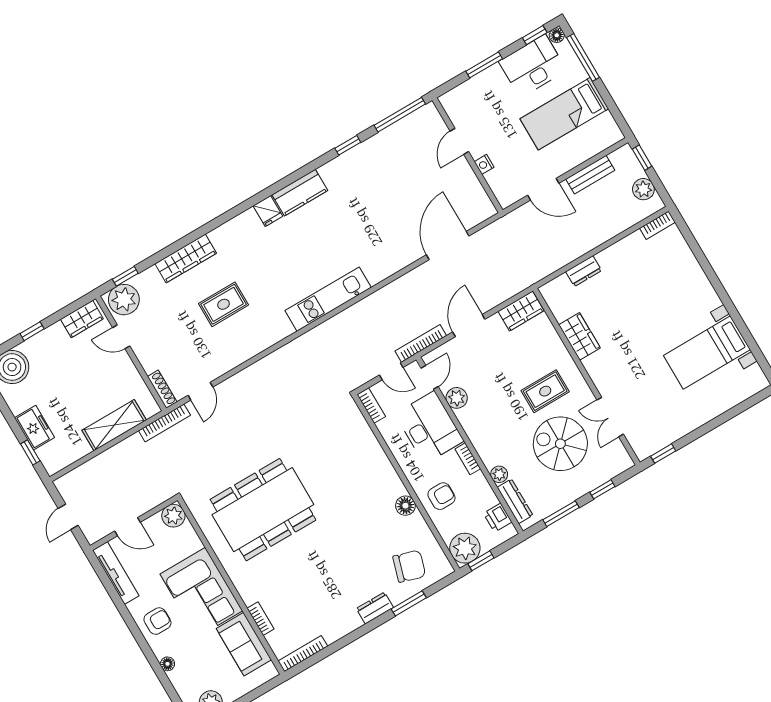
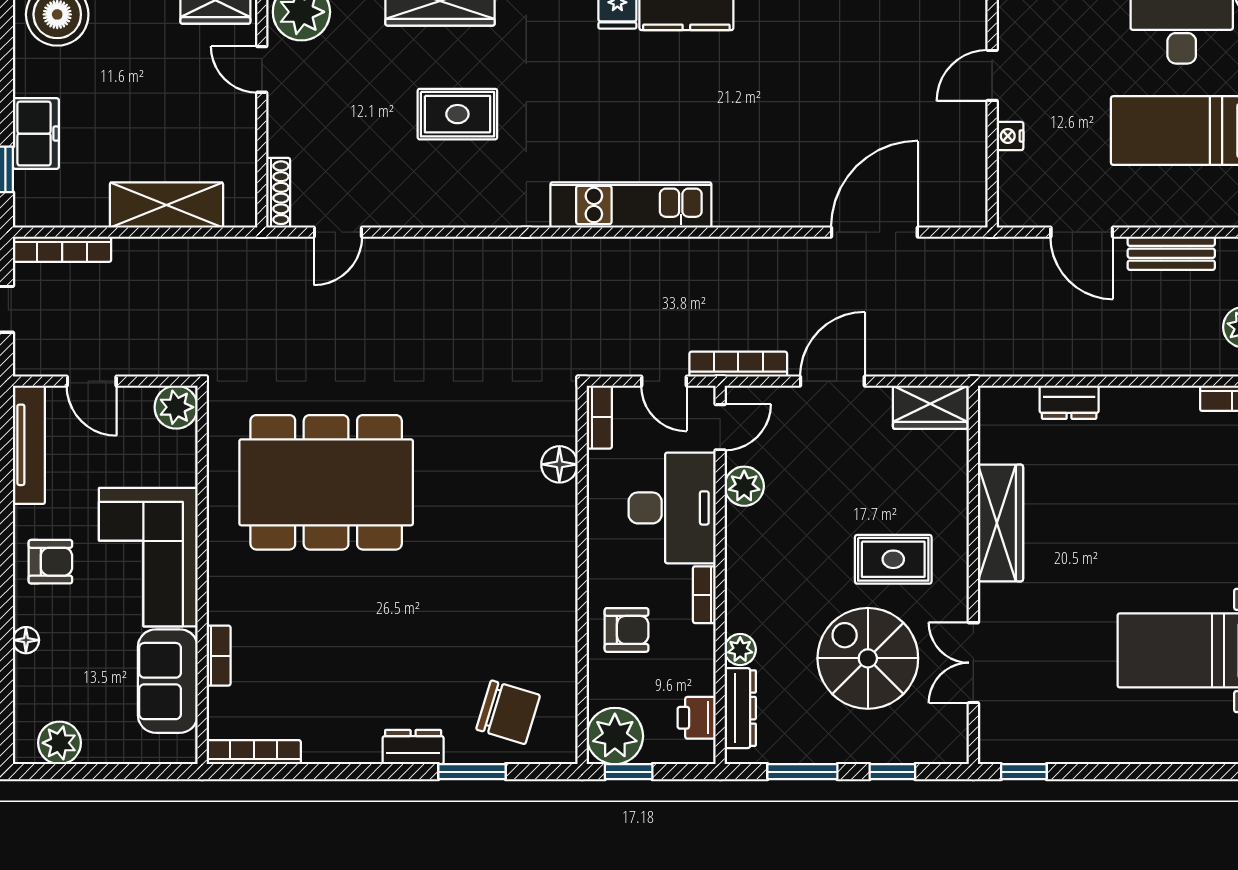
wardrobe: (579, 336) -> (1000, 523), width x1.50
bookcase: (164, 423) -> (62, 249), moved
floor lamp: (405, 506) -> (559, 464), moved

